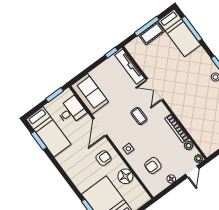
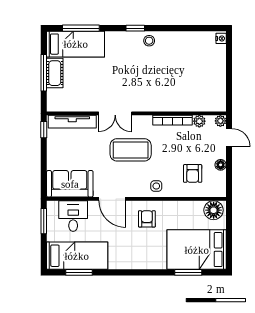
coffee table: (139, 116) -> (131, 150), width x1.86, depth x1.72
floor lamp: (125, 176) -> (214, 210), moved

